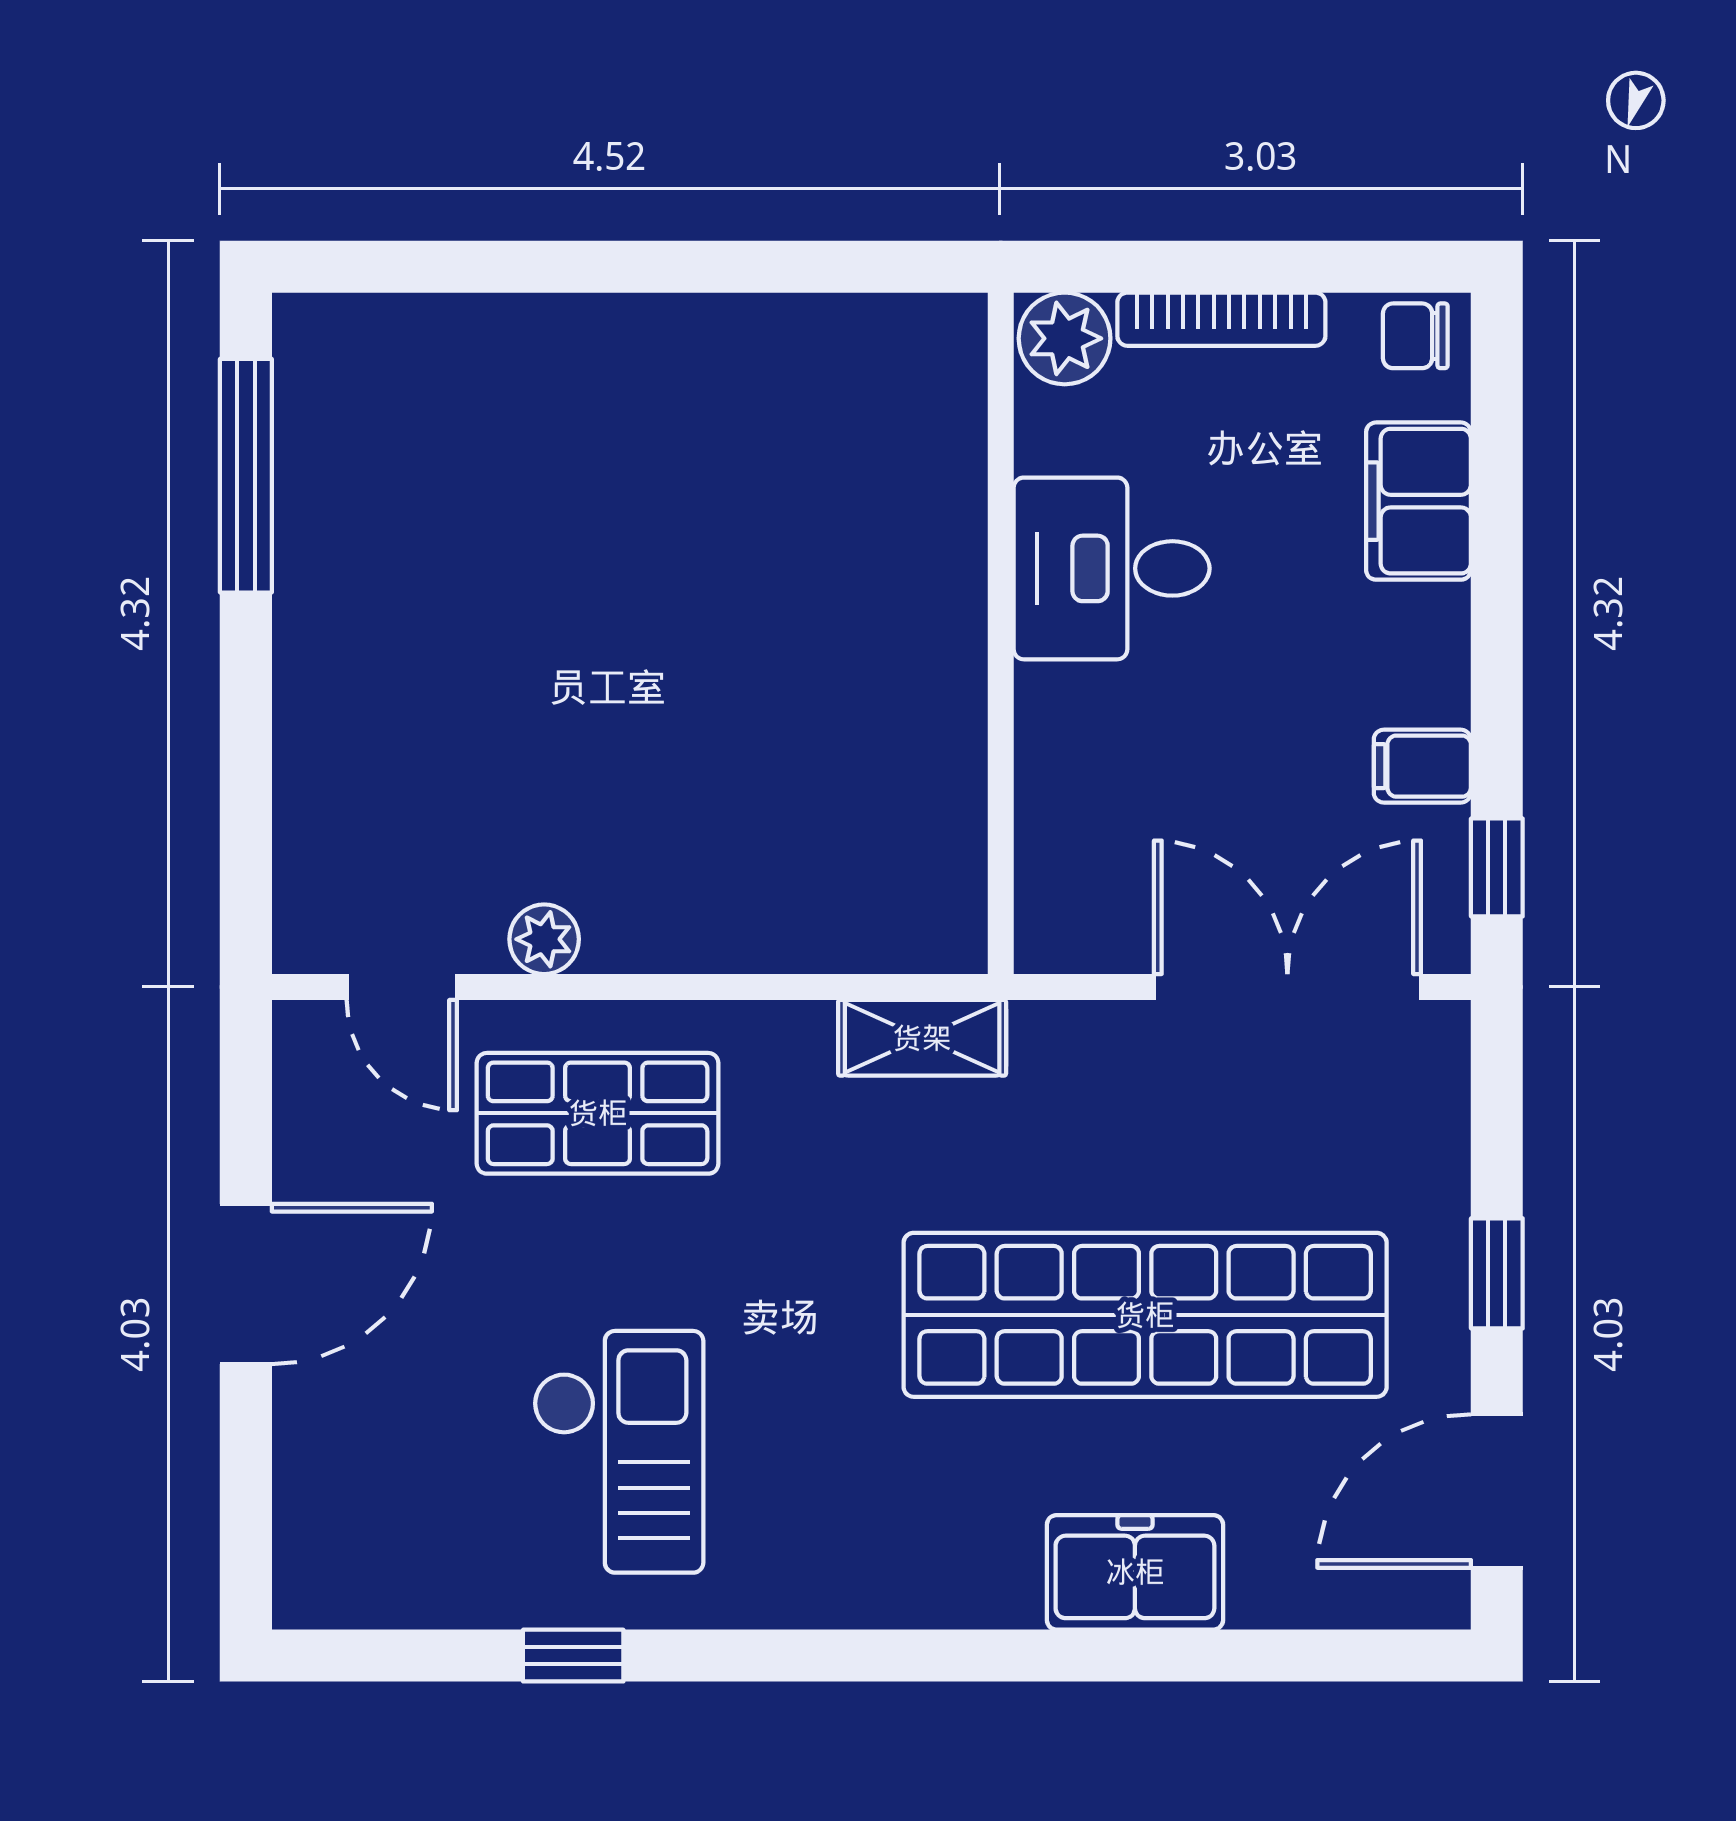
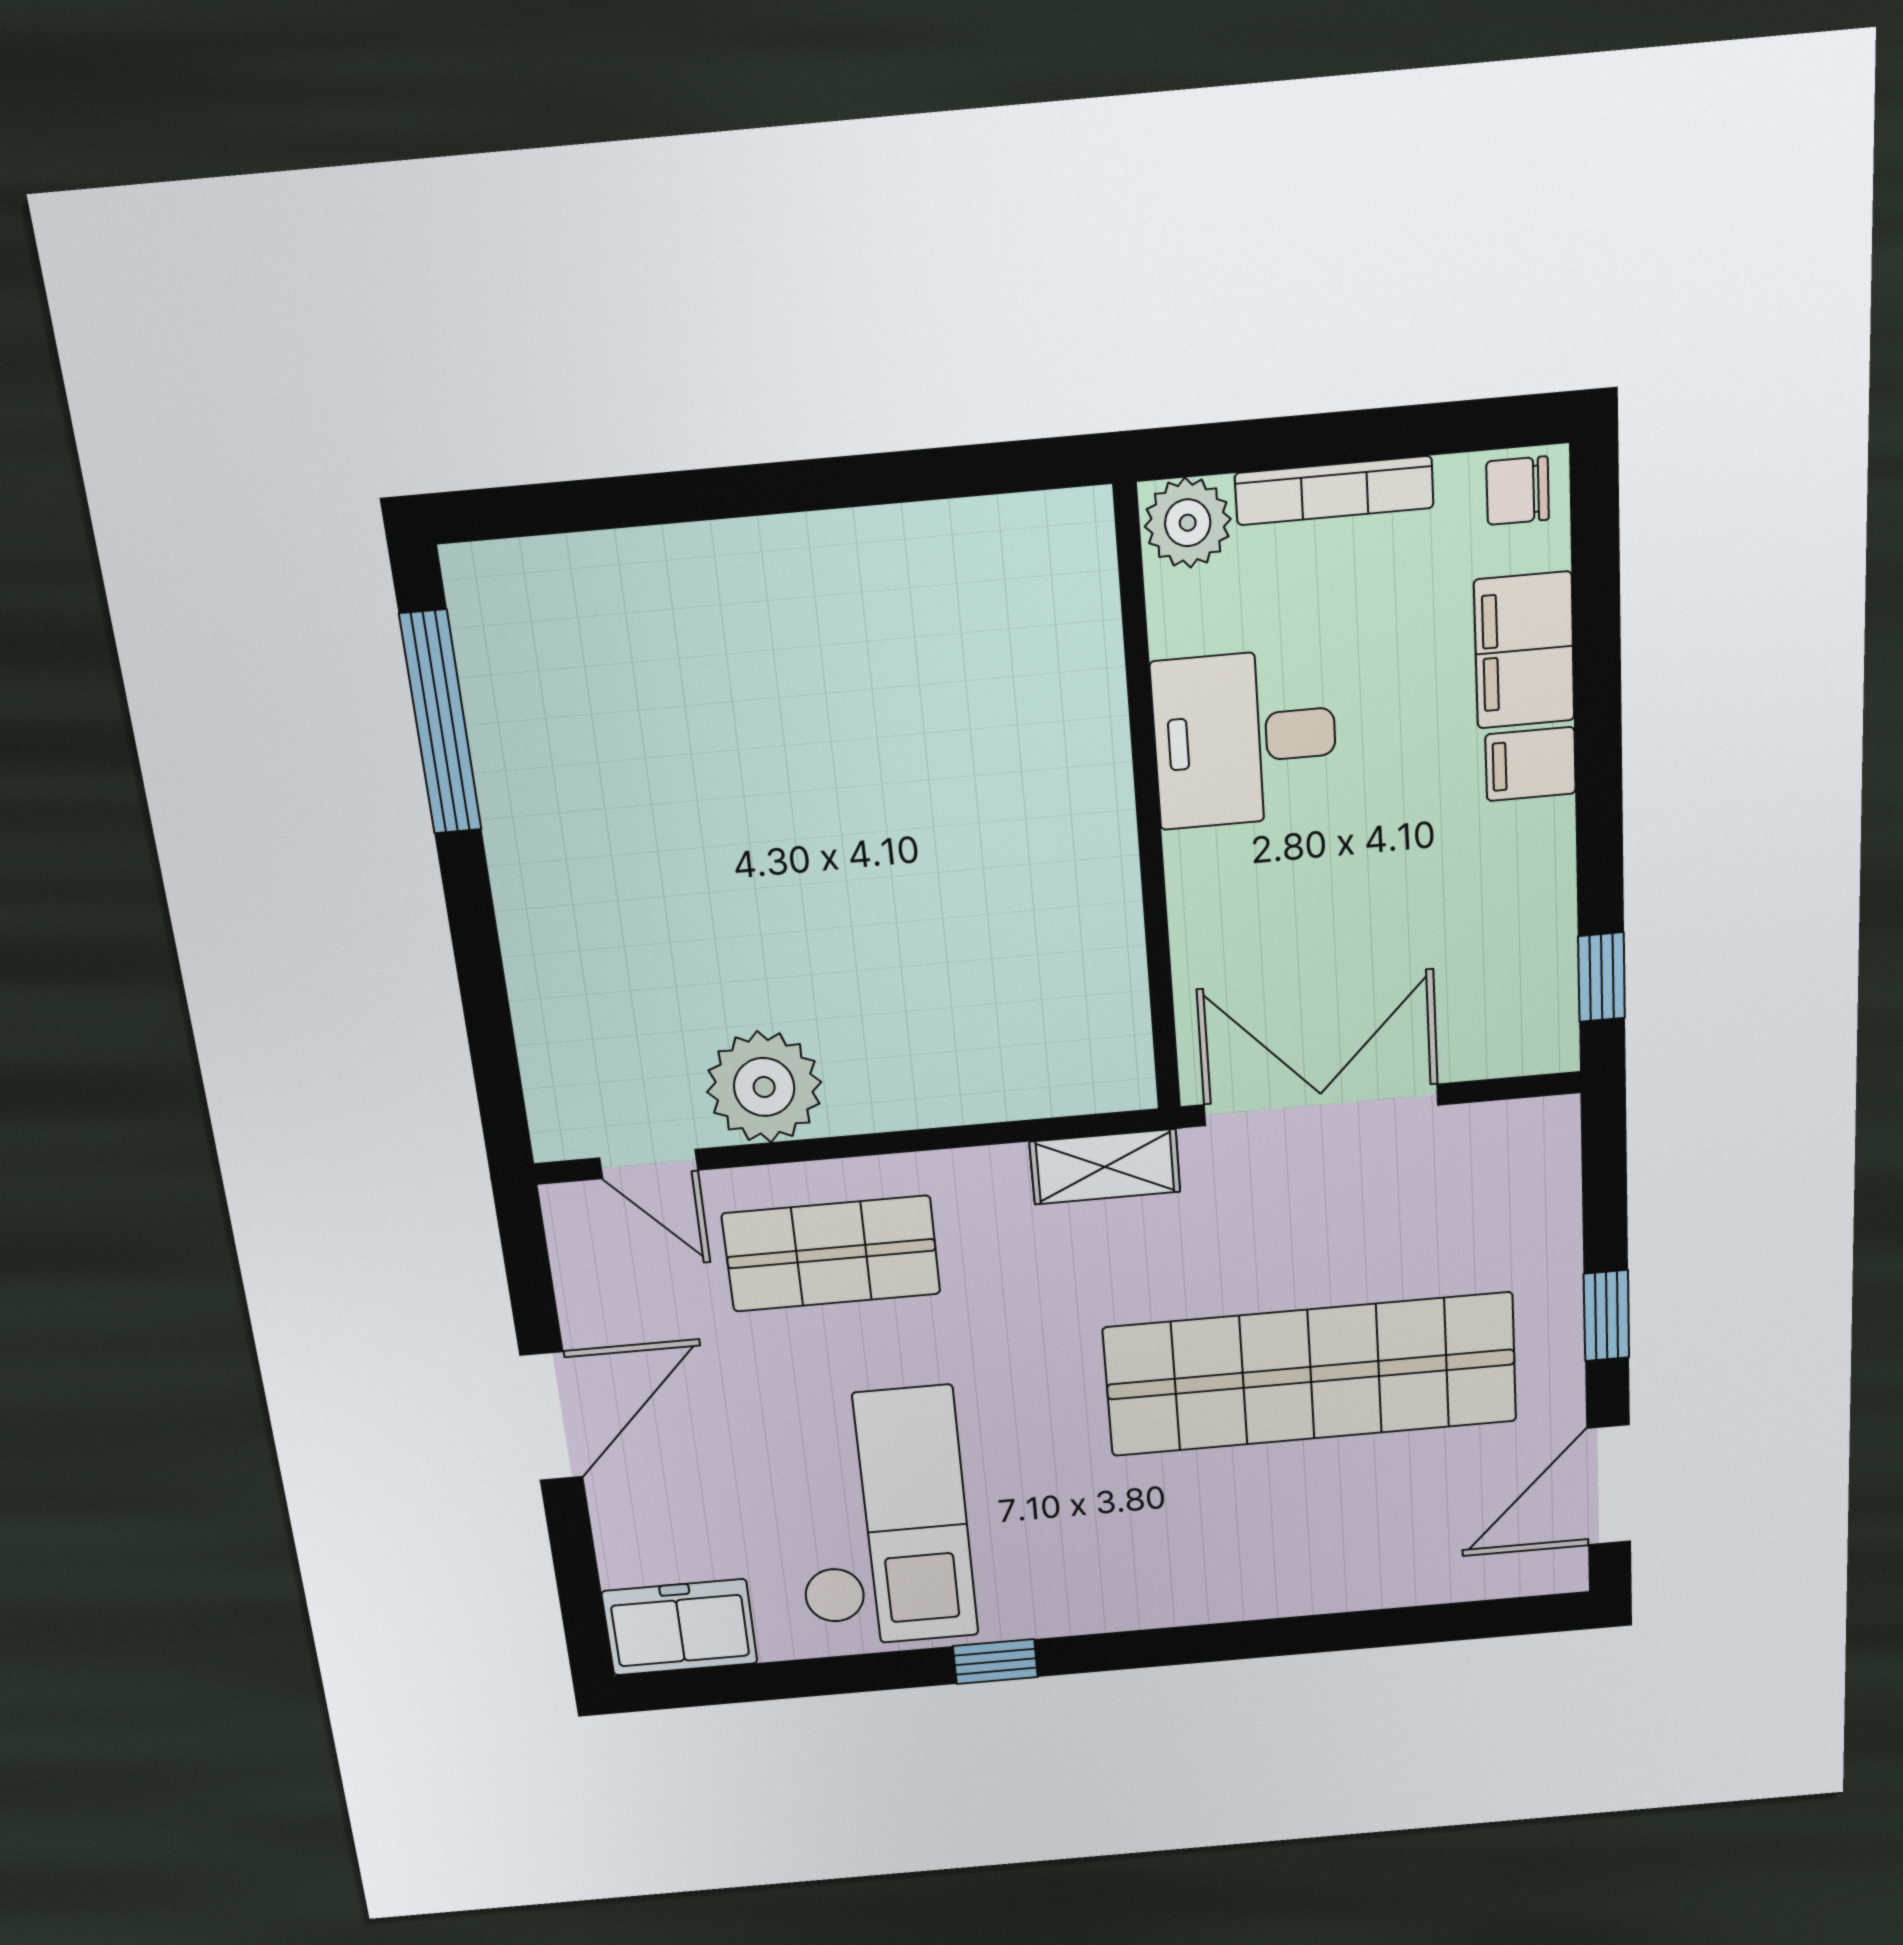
filing cabinet: (1422, 766) -> (1531, 764), moved
plant: (544, 939) -> (764, 1087), width x1.87, depth x1.87
double door: (1287, 987) -> (1321, 1105), moved
checkout: (618, 1452) -> (880, 1519), width x1.36, depth x1.21
freezer: (1135, 1572) -> (680, 1627), moved
window: (573, 1656) -> (995, 1662), moved

